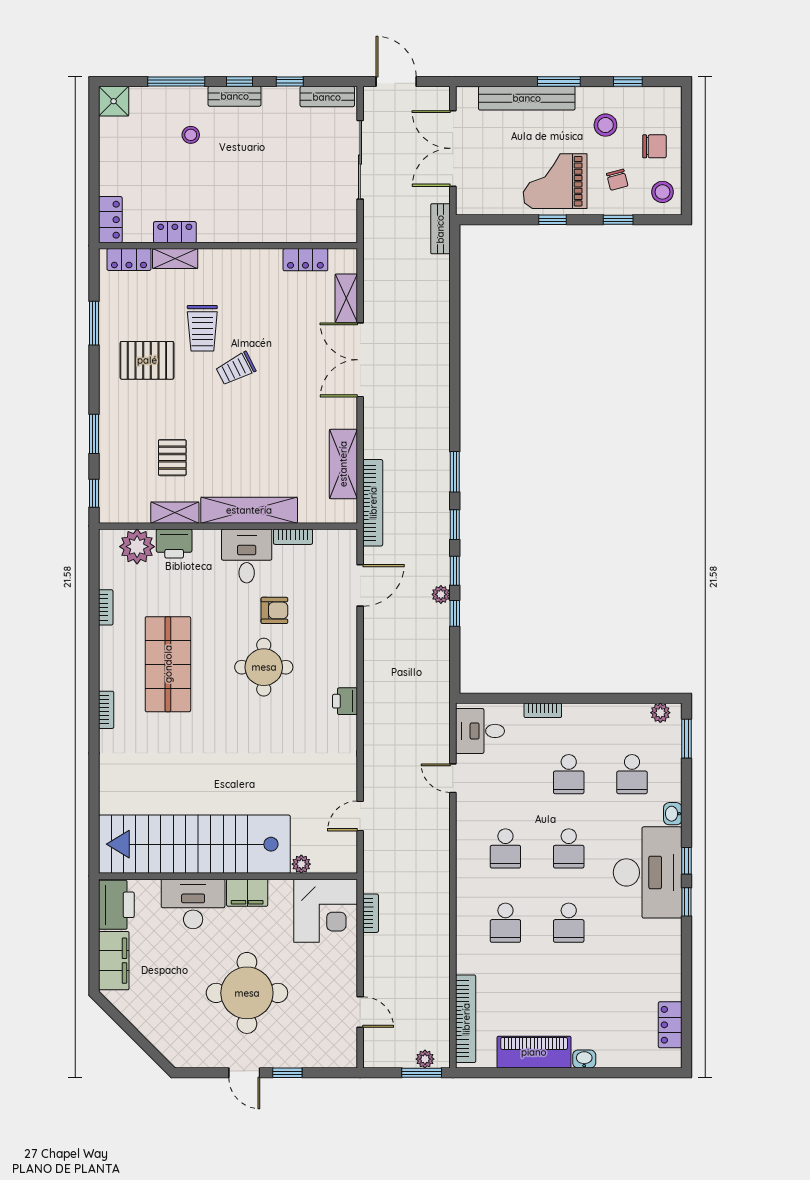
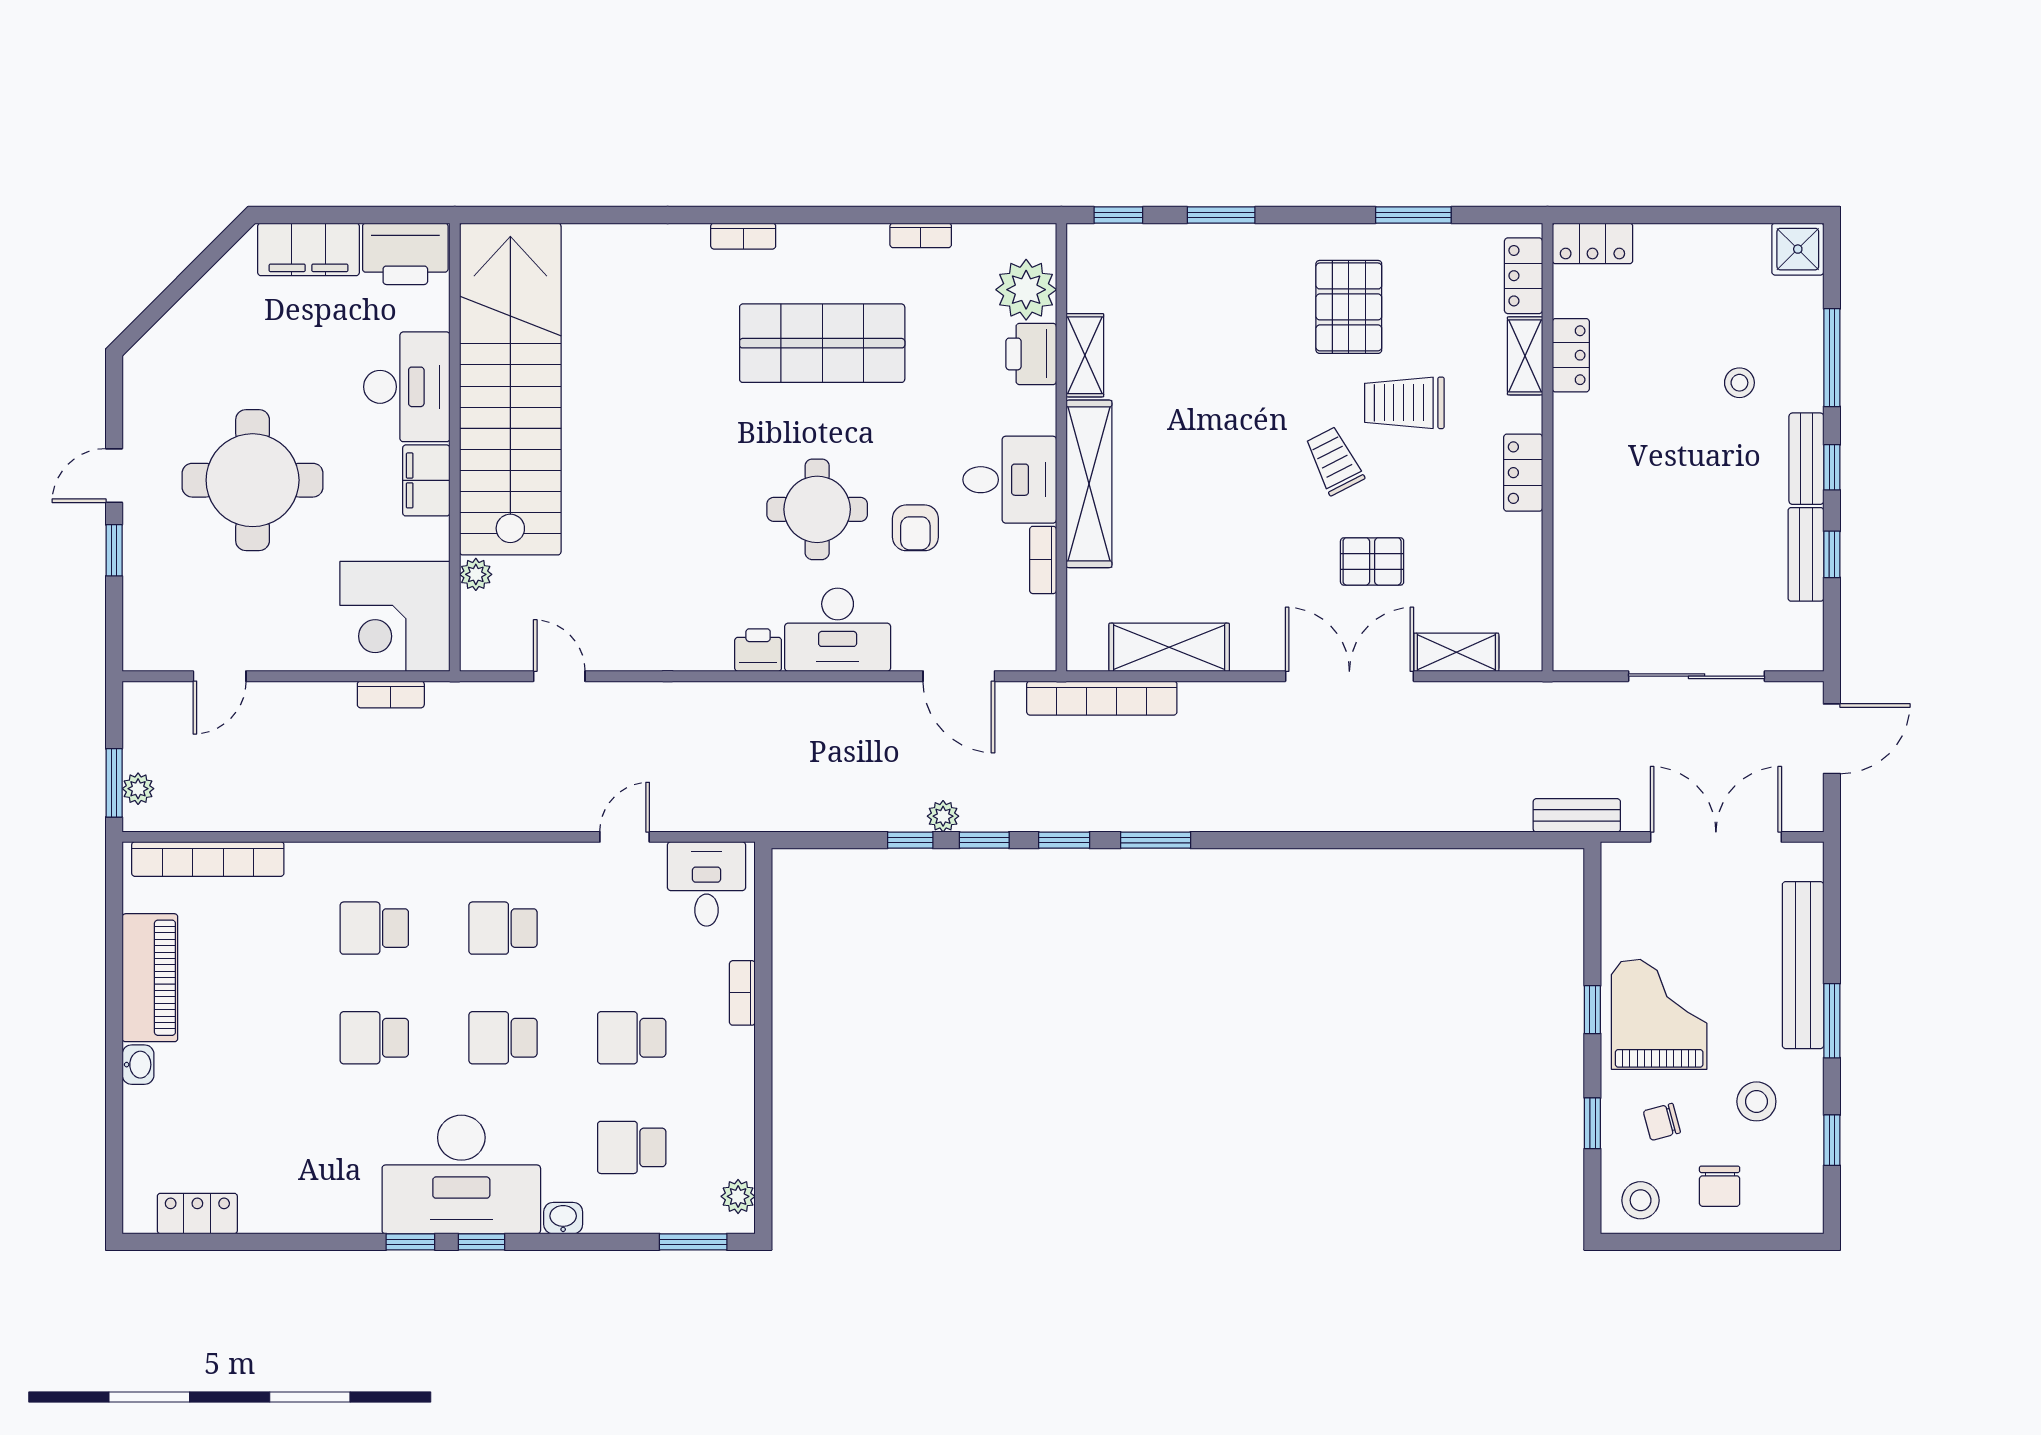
bench: (327, 97) -> (1806, 554), moved
locker: (305, 260) -> (1523, 473), moved
pallet: (172, 458) -> (1372, 561), moved
desk: (333, 655) -> (838, 630), added

